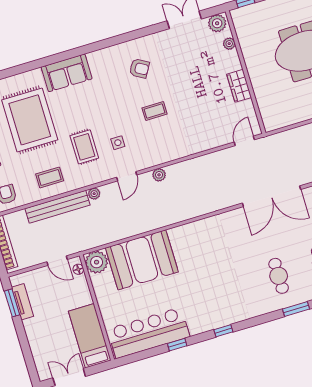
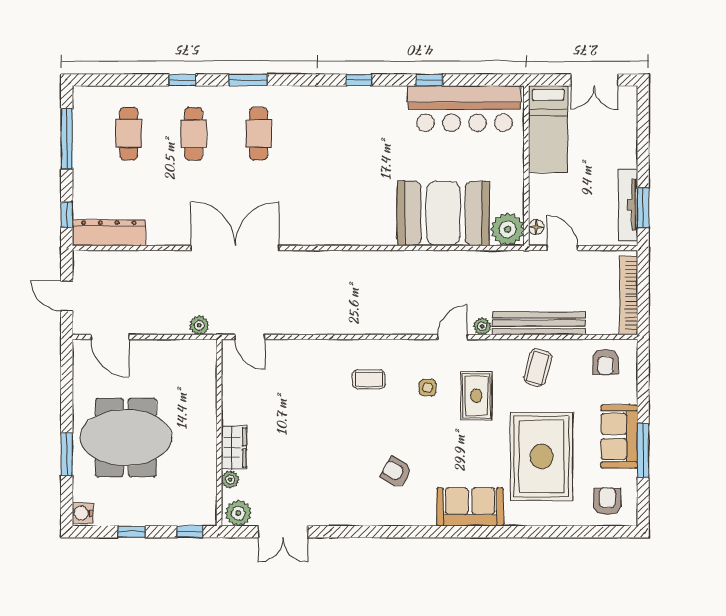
armchair: (139, 68) -> (396, 472), moved
wardrobe: (239, 86) -> (234, 447), moved
coffee table: (155, 111) -> (369, 379), moved
door: (244, 141) -> (250, 337), hinge flipped
plant: (159, 175) -> (199, 325), moved
door: (127, 176) -> (453, 337), moved
coffee table: (50, 177) -> (538, 368), turned -75
tv unit: (22, 302) -> (628, 205), width x1.41

